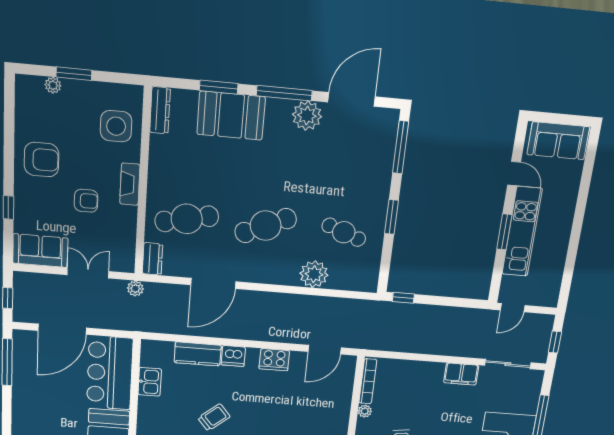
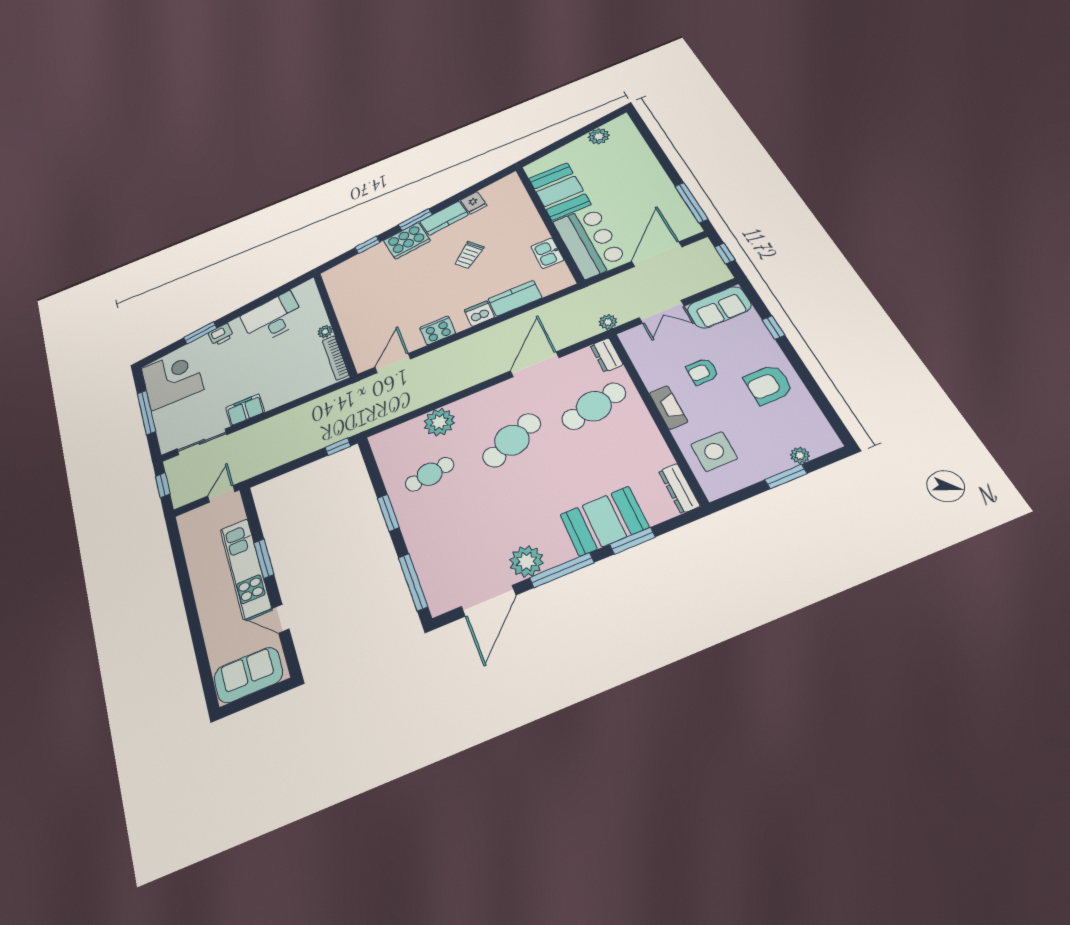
cafe table: (344, 232) -> (430, 474), turned -30

